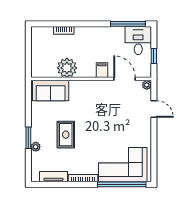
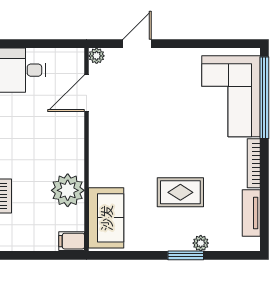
window: (154, 56) -> (48, 44), removed
filing cabinet: (102, 70) -> (72, 241), moved

